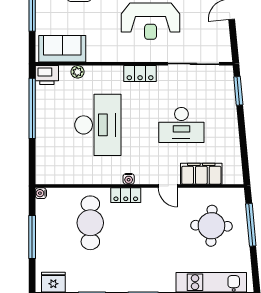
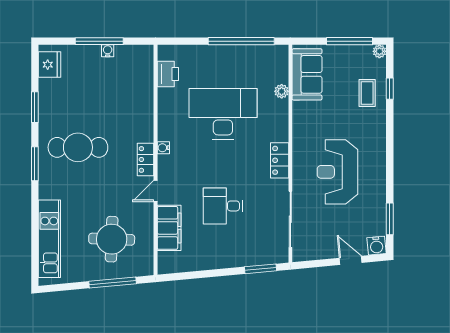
printer: (47, 75) -> (168, 74), moved, turned 180
desk: (98, 125) -> (223, 114), turned 180
desk: (181, 125) -> (223, 206), width x0.73
water cooler: (41, 193) -> (108, 51), moved
locker: (126, 195) -> (145, 159), moved
cafe table: (90, 223) -> (78, 147), moved

